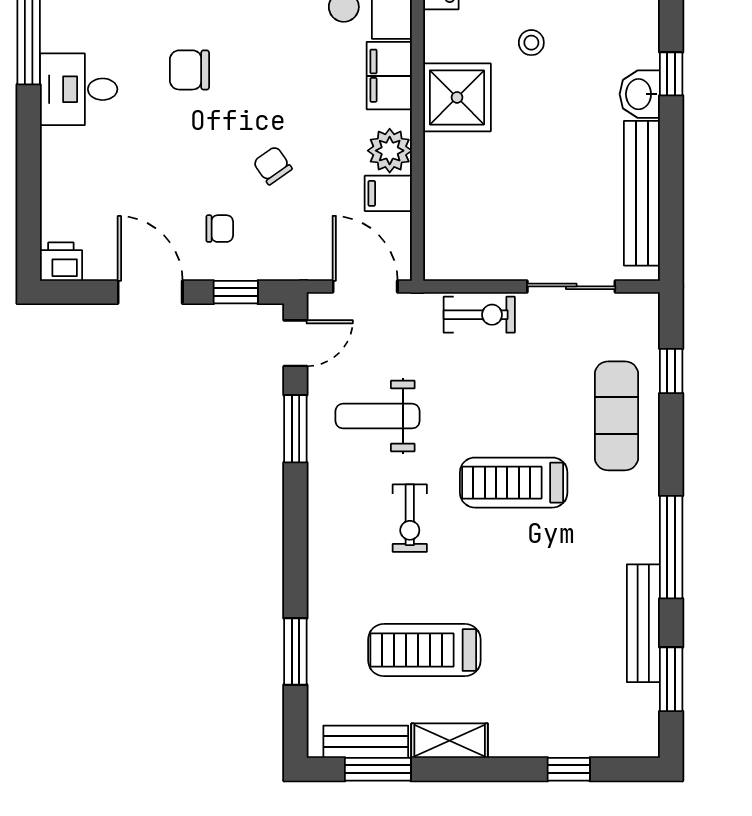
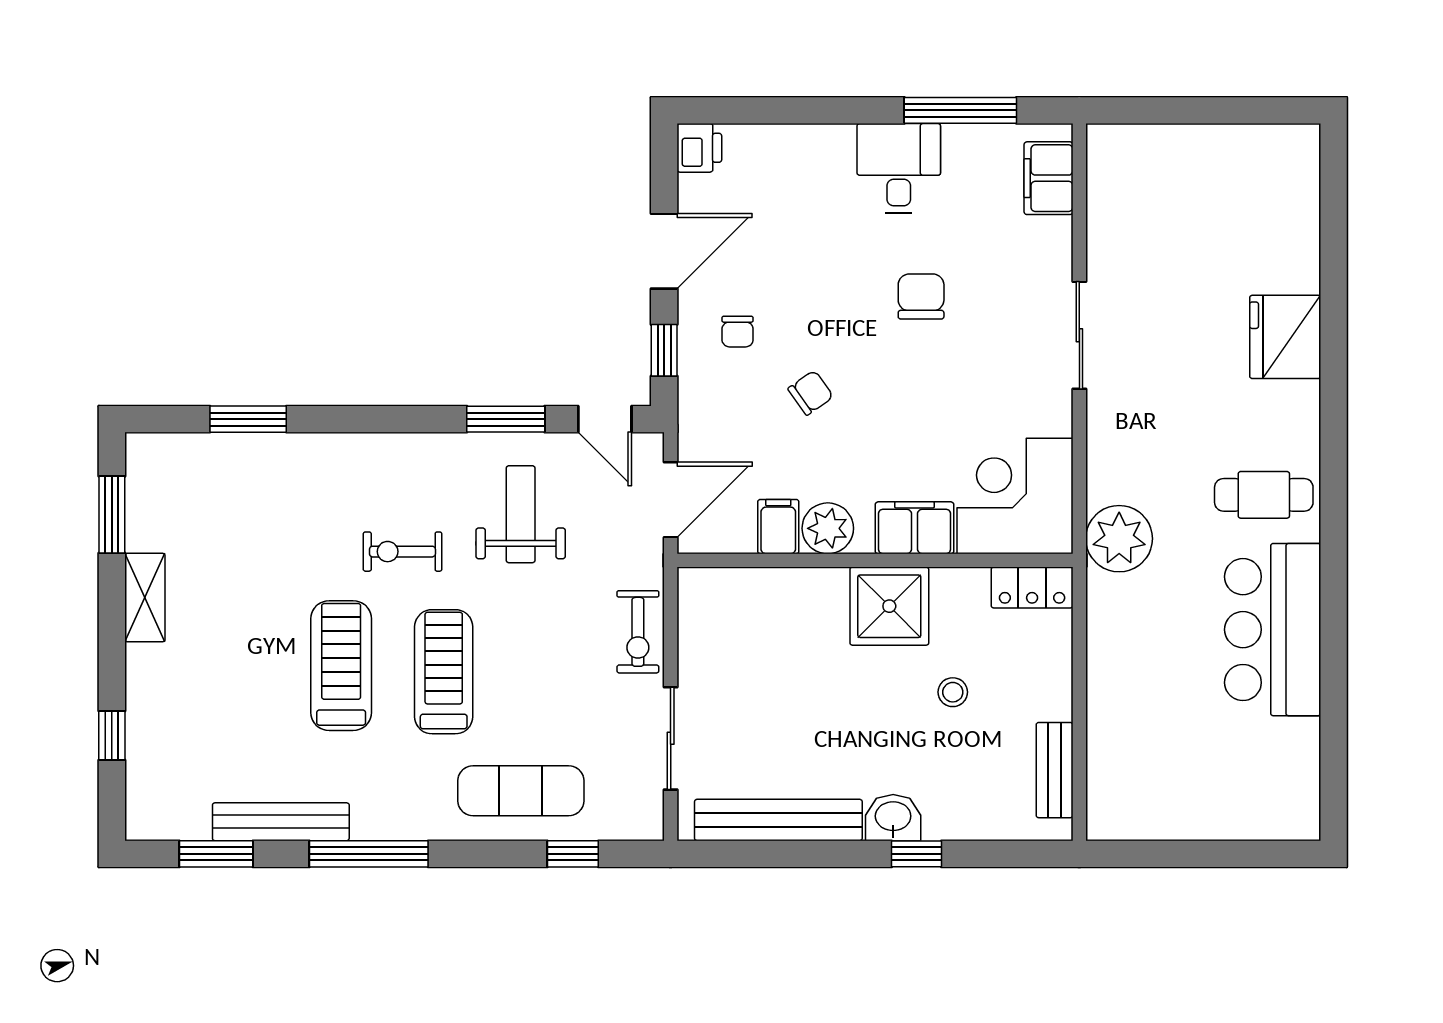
treadmill: (424, 650) -> (341, 666), moved
bench: (366, 742) -> (144, 501), removed

